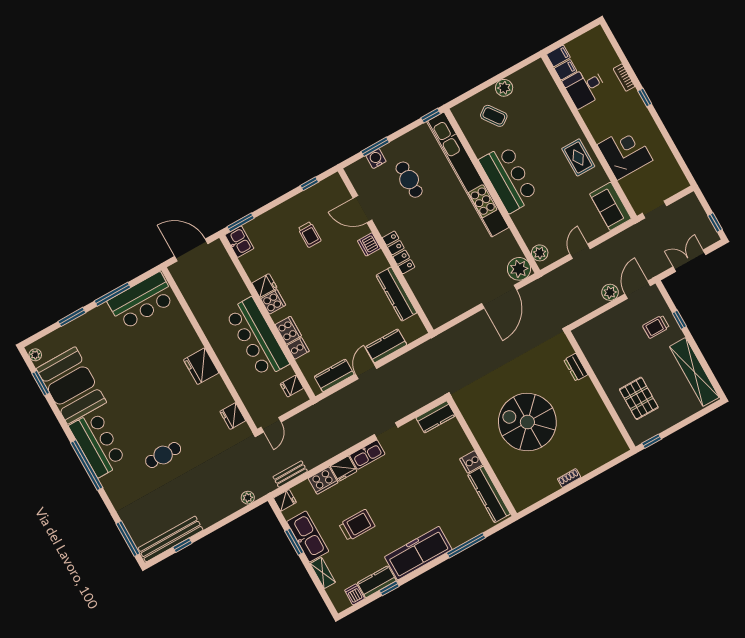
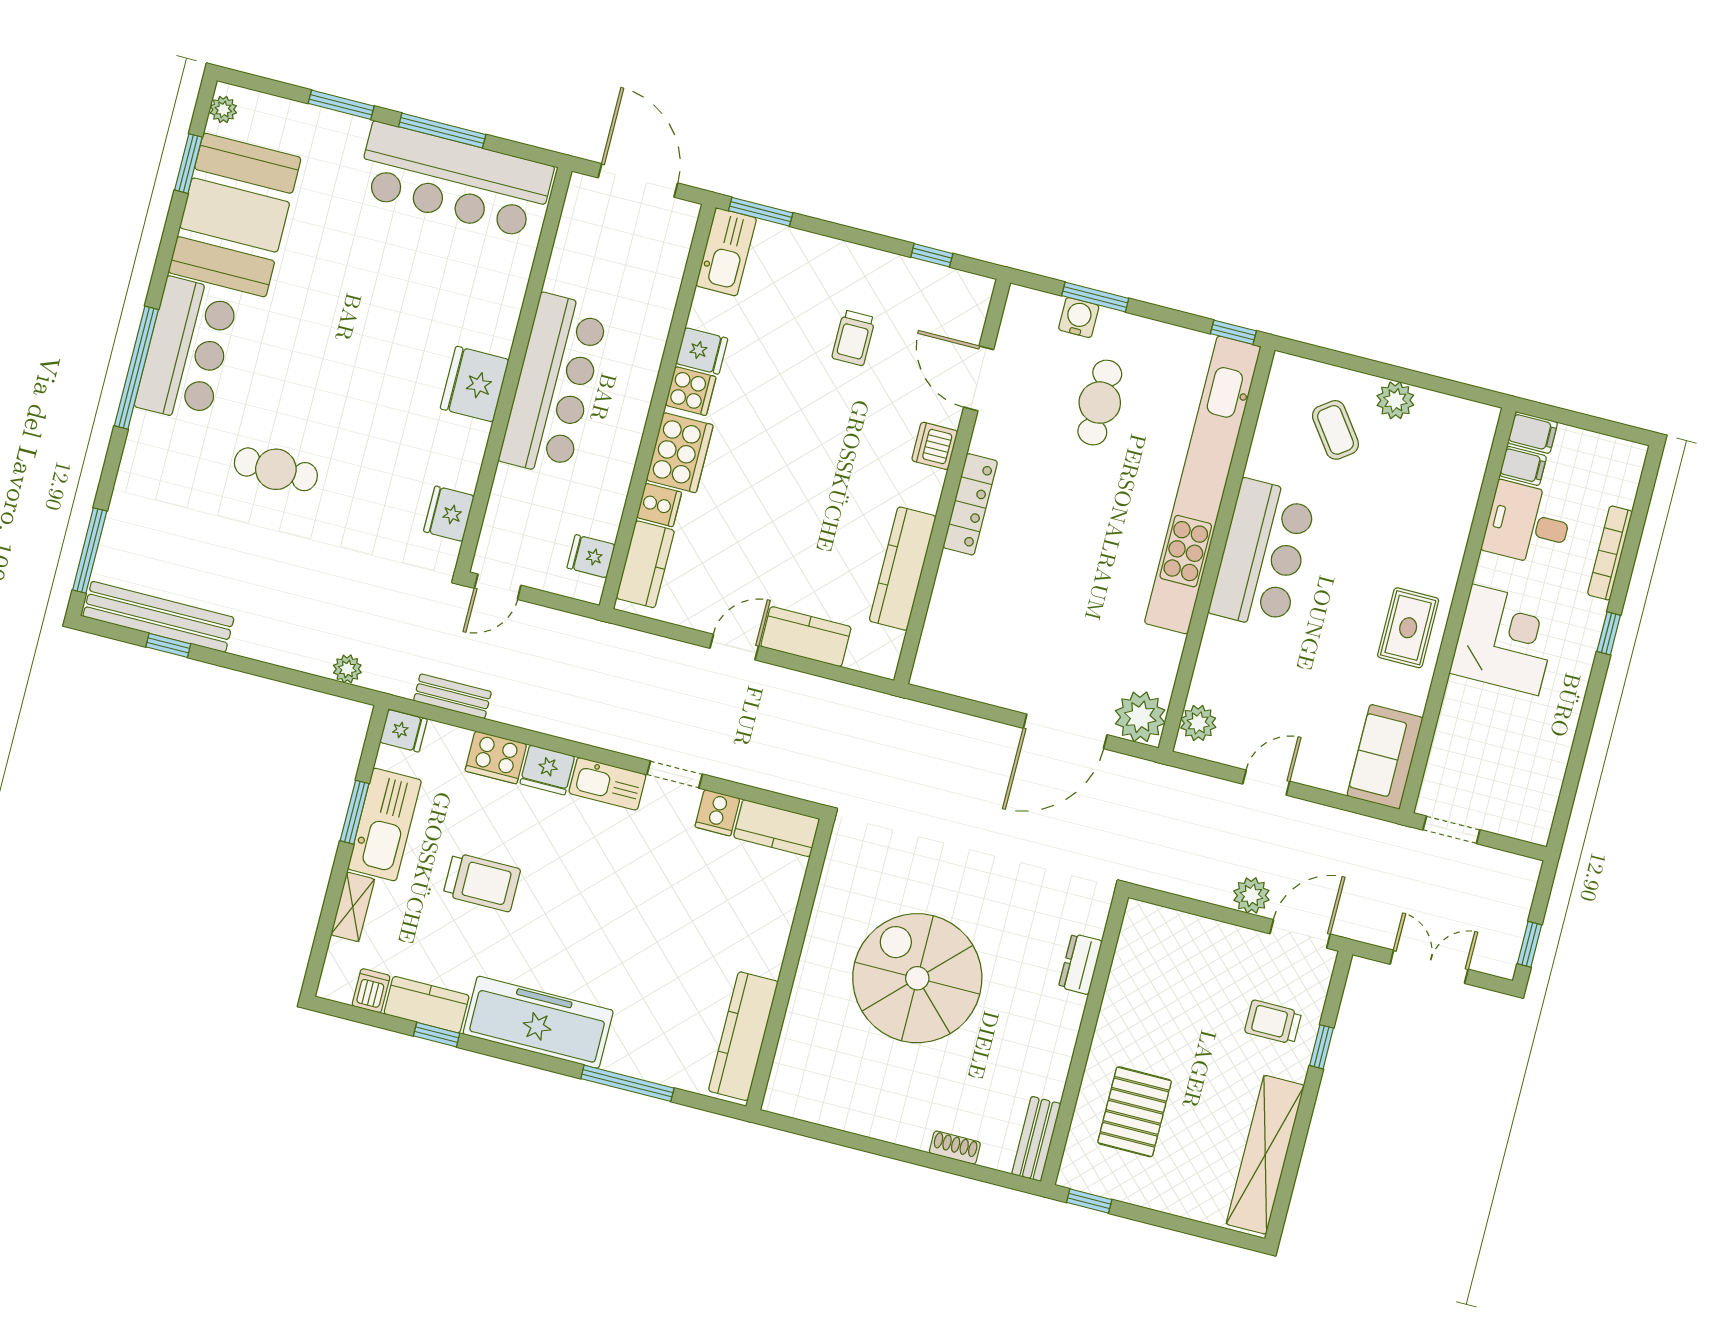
bookcase: (624, 78) -> (1610, 553), width x1.56
corner desk: (625, 152) -> (1505, 640), moved
kitchen sink: (239, 242) -> (726, 252), width x1.38
bar counter: (142, 301) -> (455, 180), width x1.36
cooker: (288, 330) -> (680, 453), width x1.37, depth x1.31
bar counter: (257, 338) -> (554, 385), moved, turned 180
kitchen counter: (334, 375) -> (645, 564), moved, turned 90
bench: (615, 437) -> (1036, 1139), added
cooker: (471, 462) -> (717, 813), moved, turned -90
shoe rack: (569, 478) -> (955, 1148), moved

